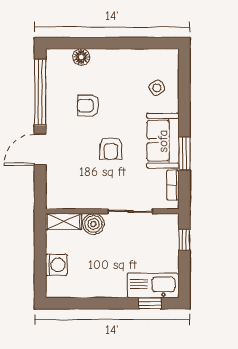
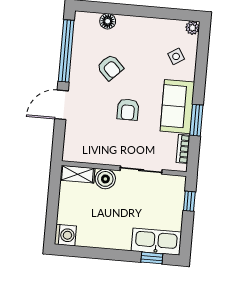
plant: (172, 56) -> (192, 28), added
armchair: (88, 106) -> (110, 67), turned -135
washing machine: (56, 265) -> (65, 235), moved

